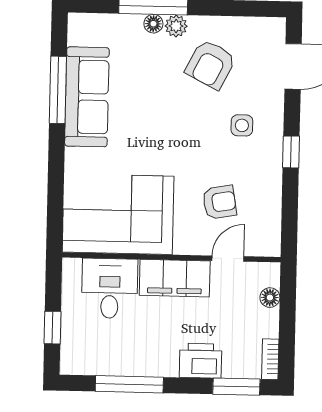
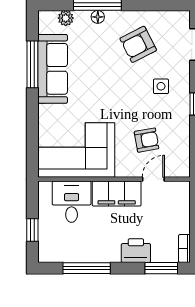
plant: (176, 26) -> (66, 18), moved
armchair: (211, 64) -> (138, 44), turned 36
floor lamp: (270, 298) -> (183, 206), removed

